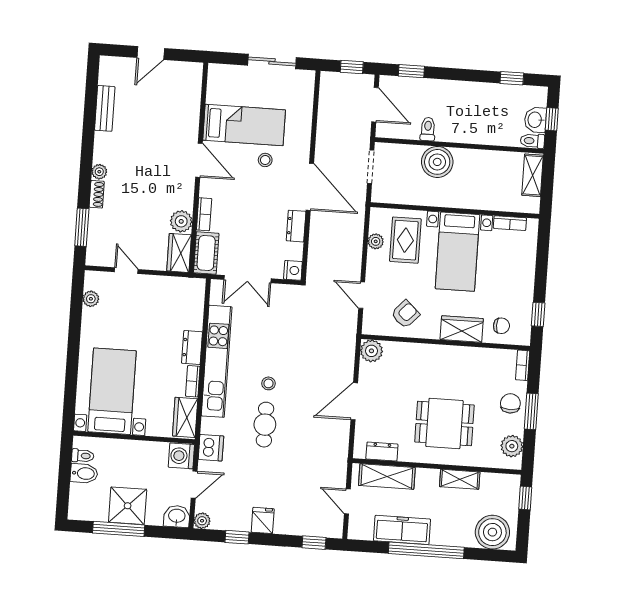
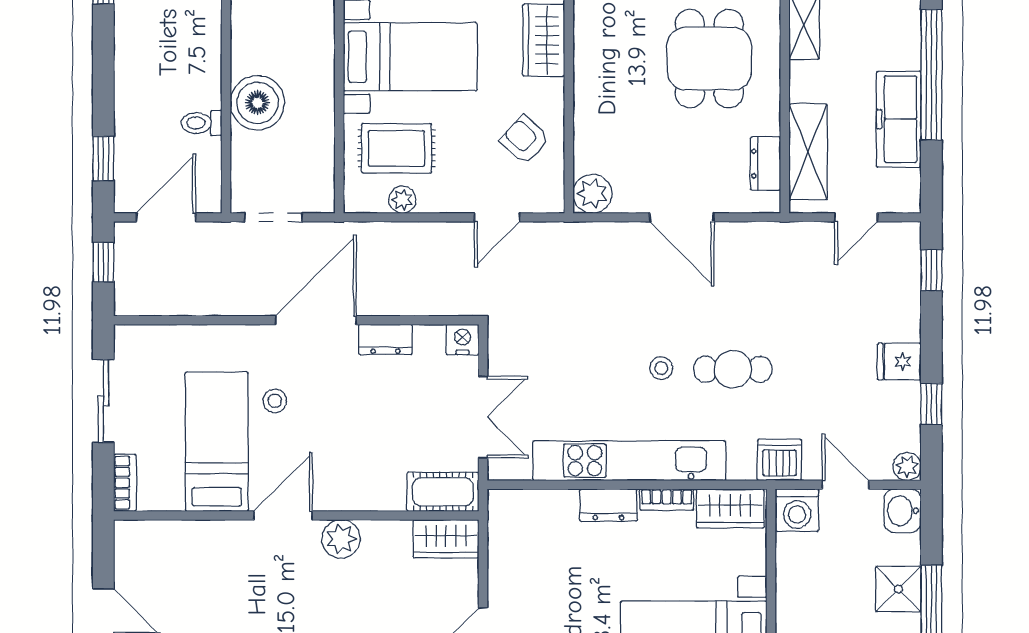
bookcase: (204, 214) -> (125, 483), moved, turned 90
plant: (181, 221) -> (341, 539), moved
shower: (128, 506) -> (898, 589), width x0.73, depth x0.73

